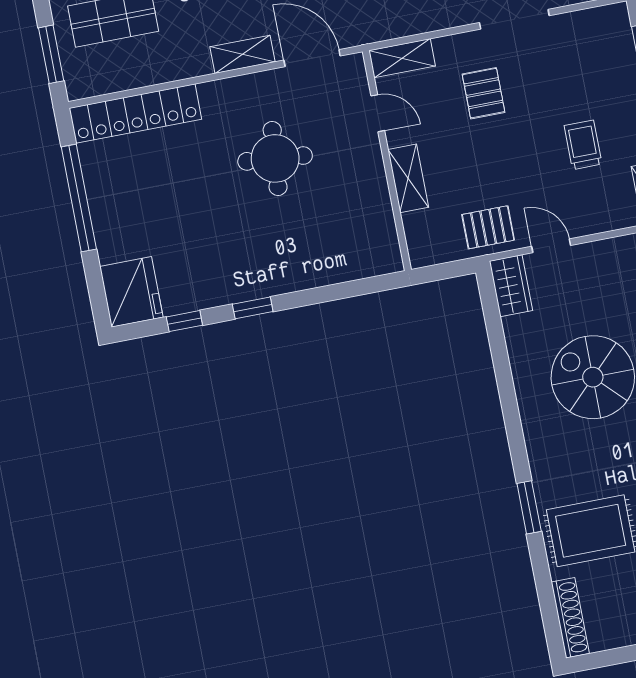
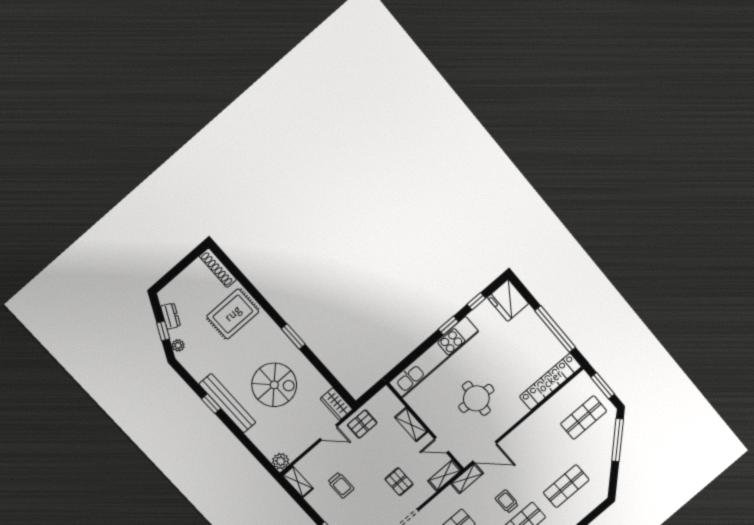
shelving: (243, 54) -> (467, 478), moved
kitchen unit: (307, 270) -> (434, 357), added
window: (529, 507) -> (293, 336), moved

